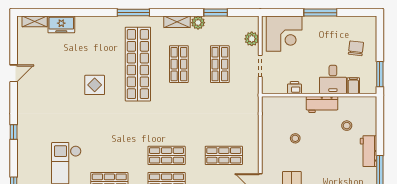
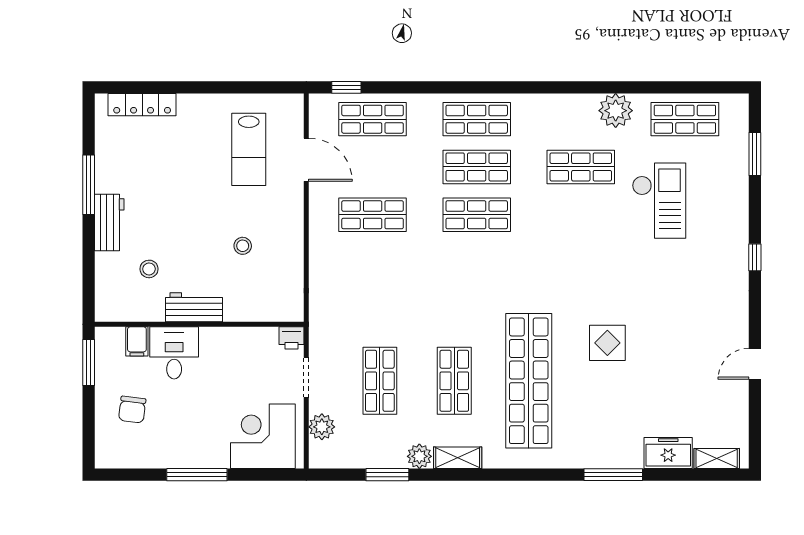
window: (133, 13) -> (613, 475), moved
printer: (294, 88) -> (291, 338), moved

